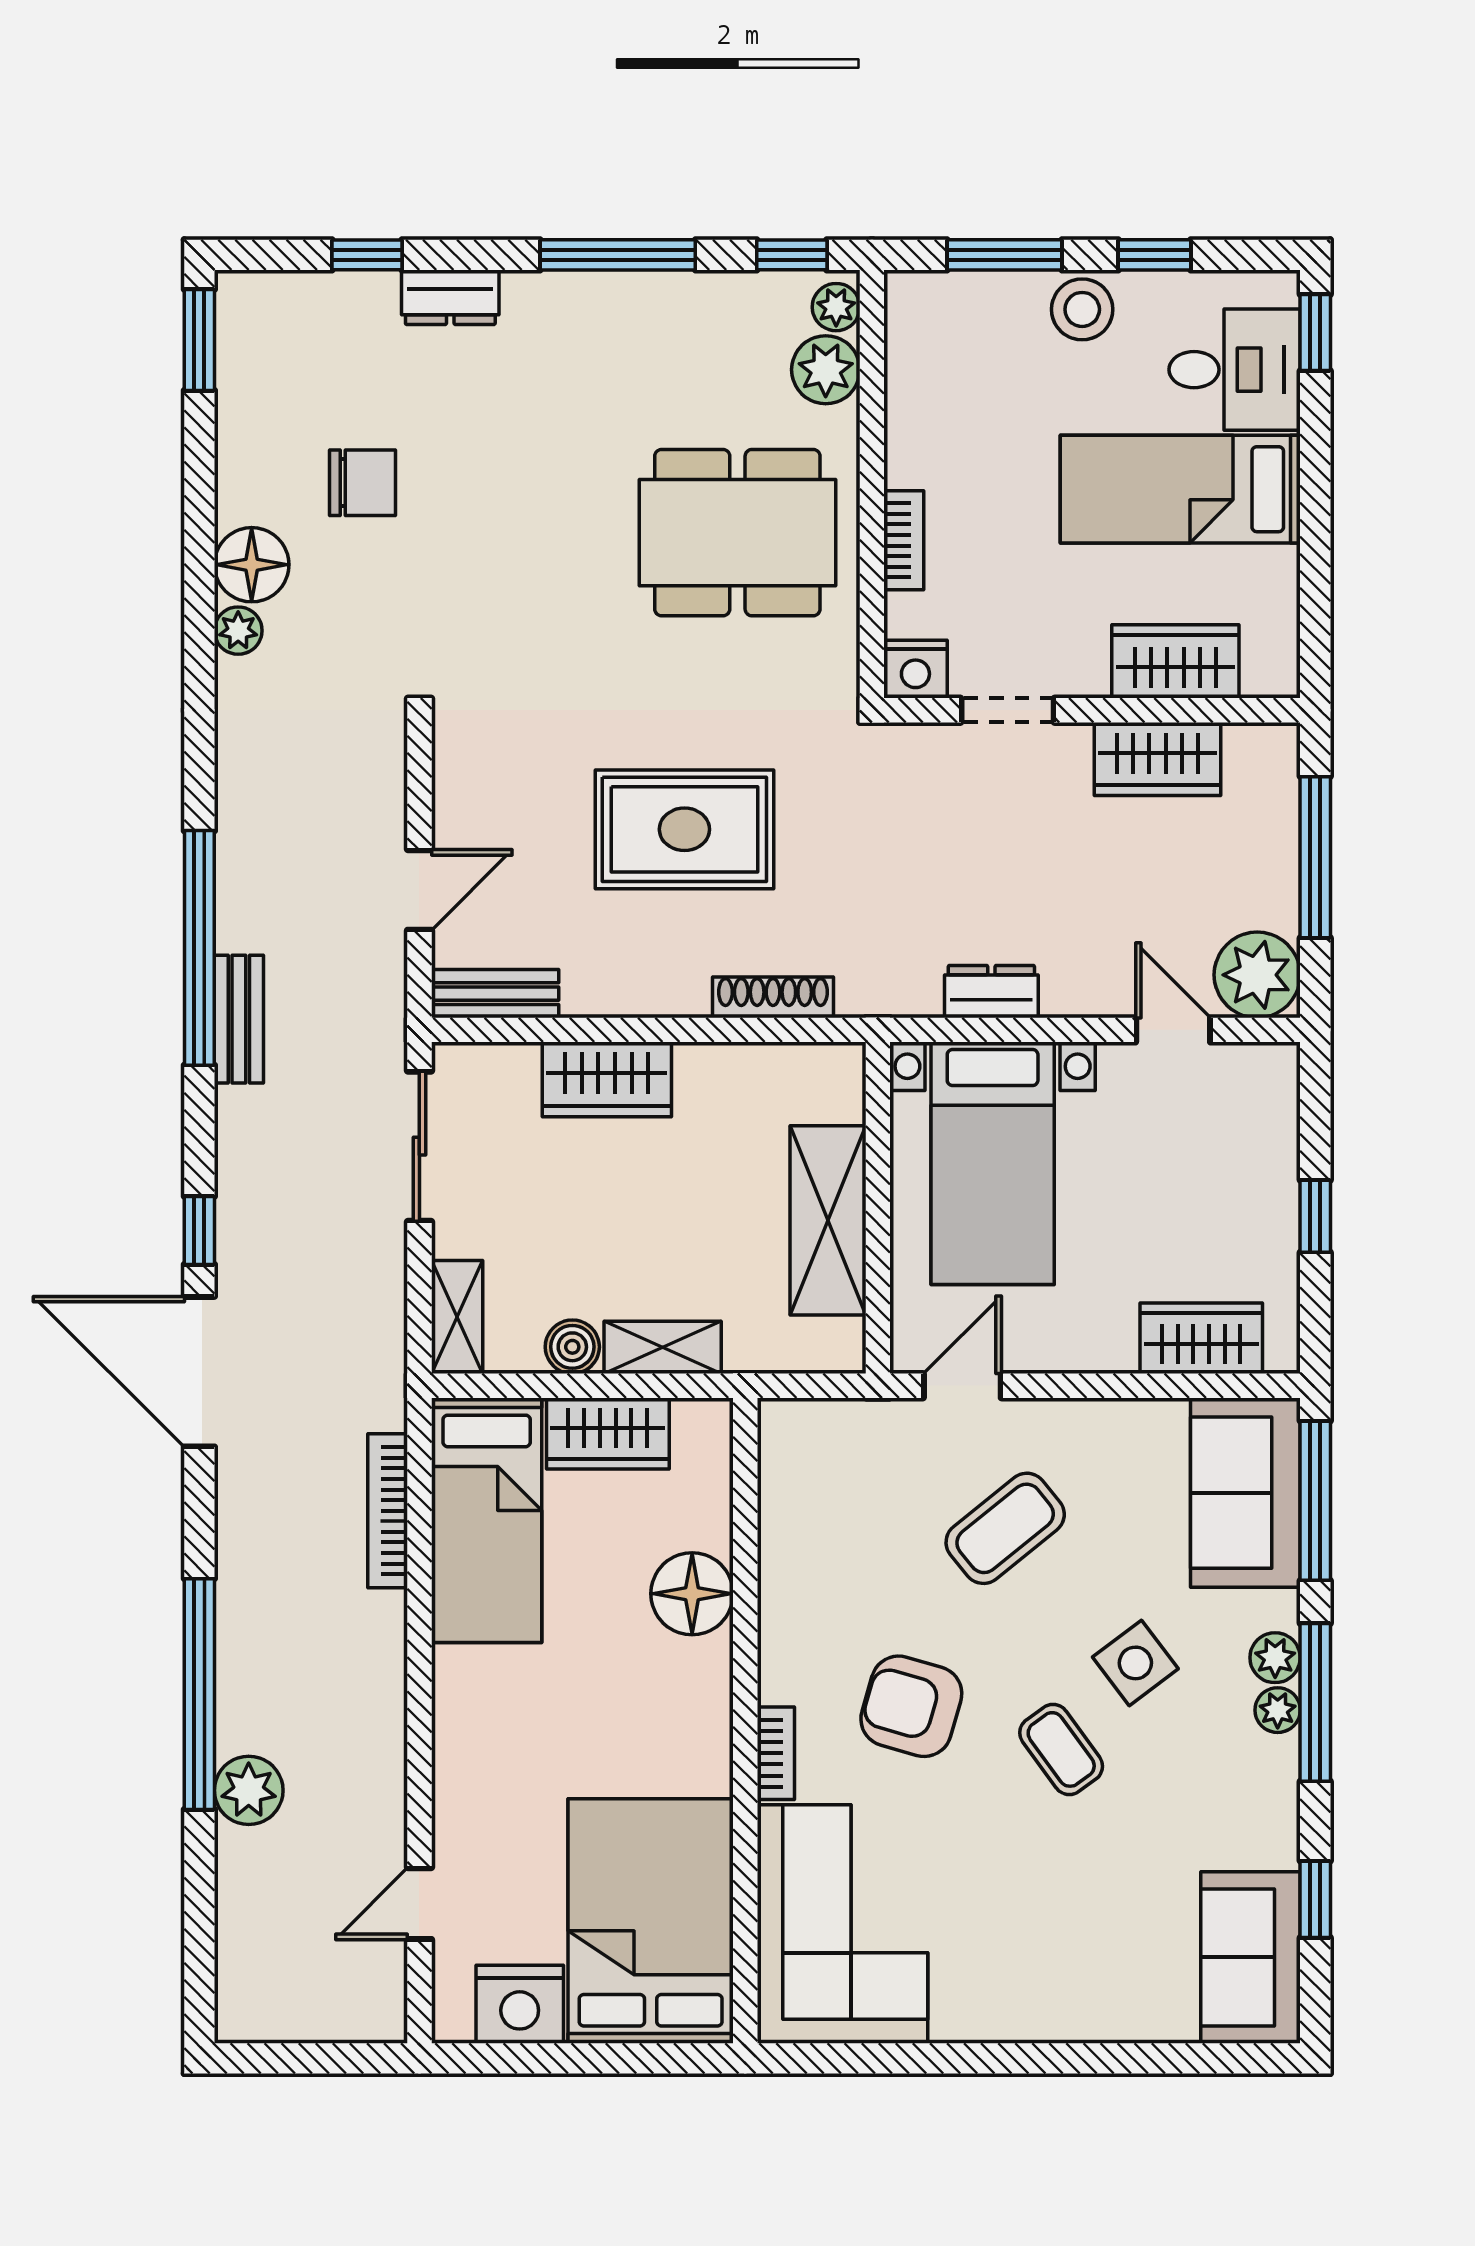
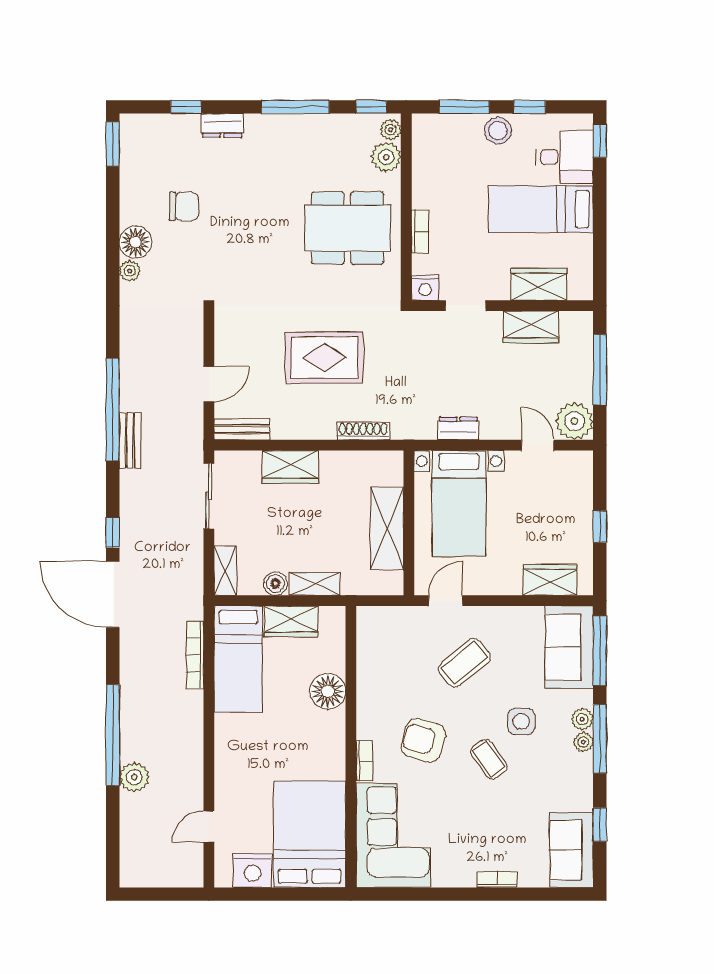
side table: (1135, 1663) -> (521, 722), turned 37
bookcase: (1080, 2025) -> (497, 880), added

